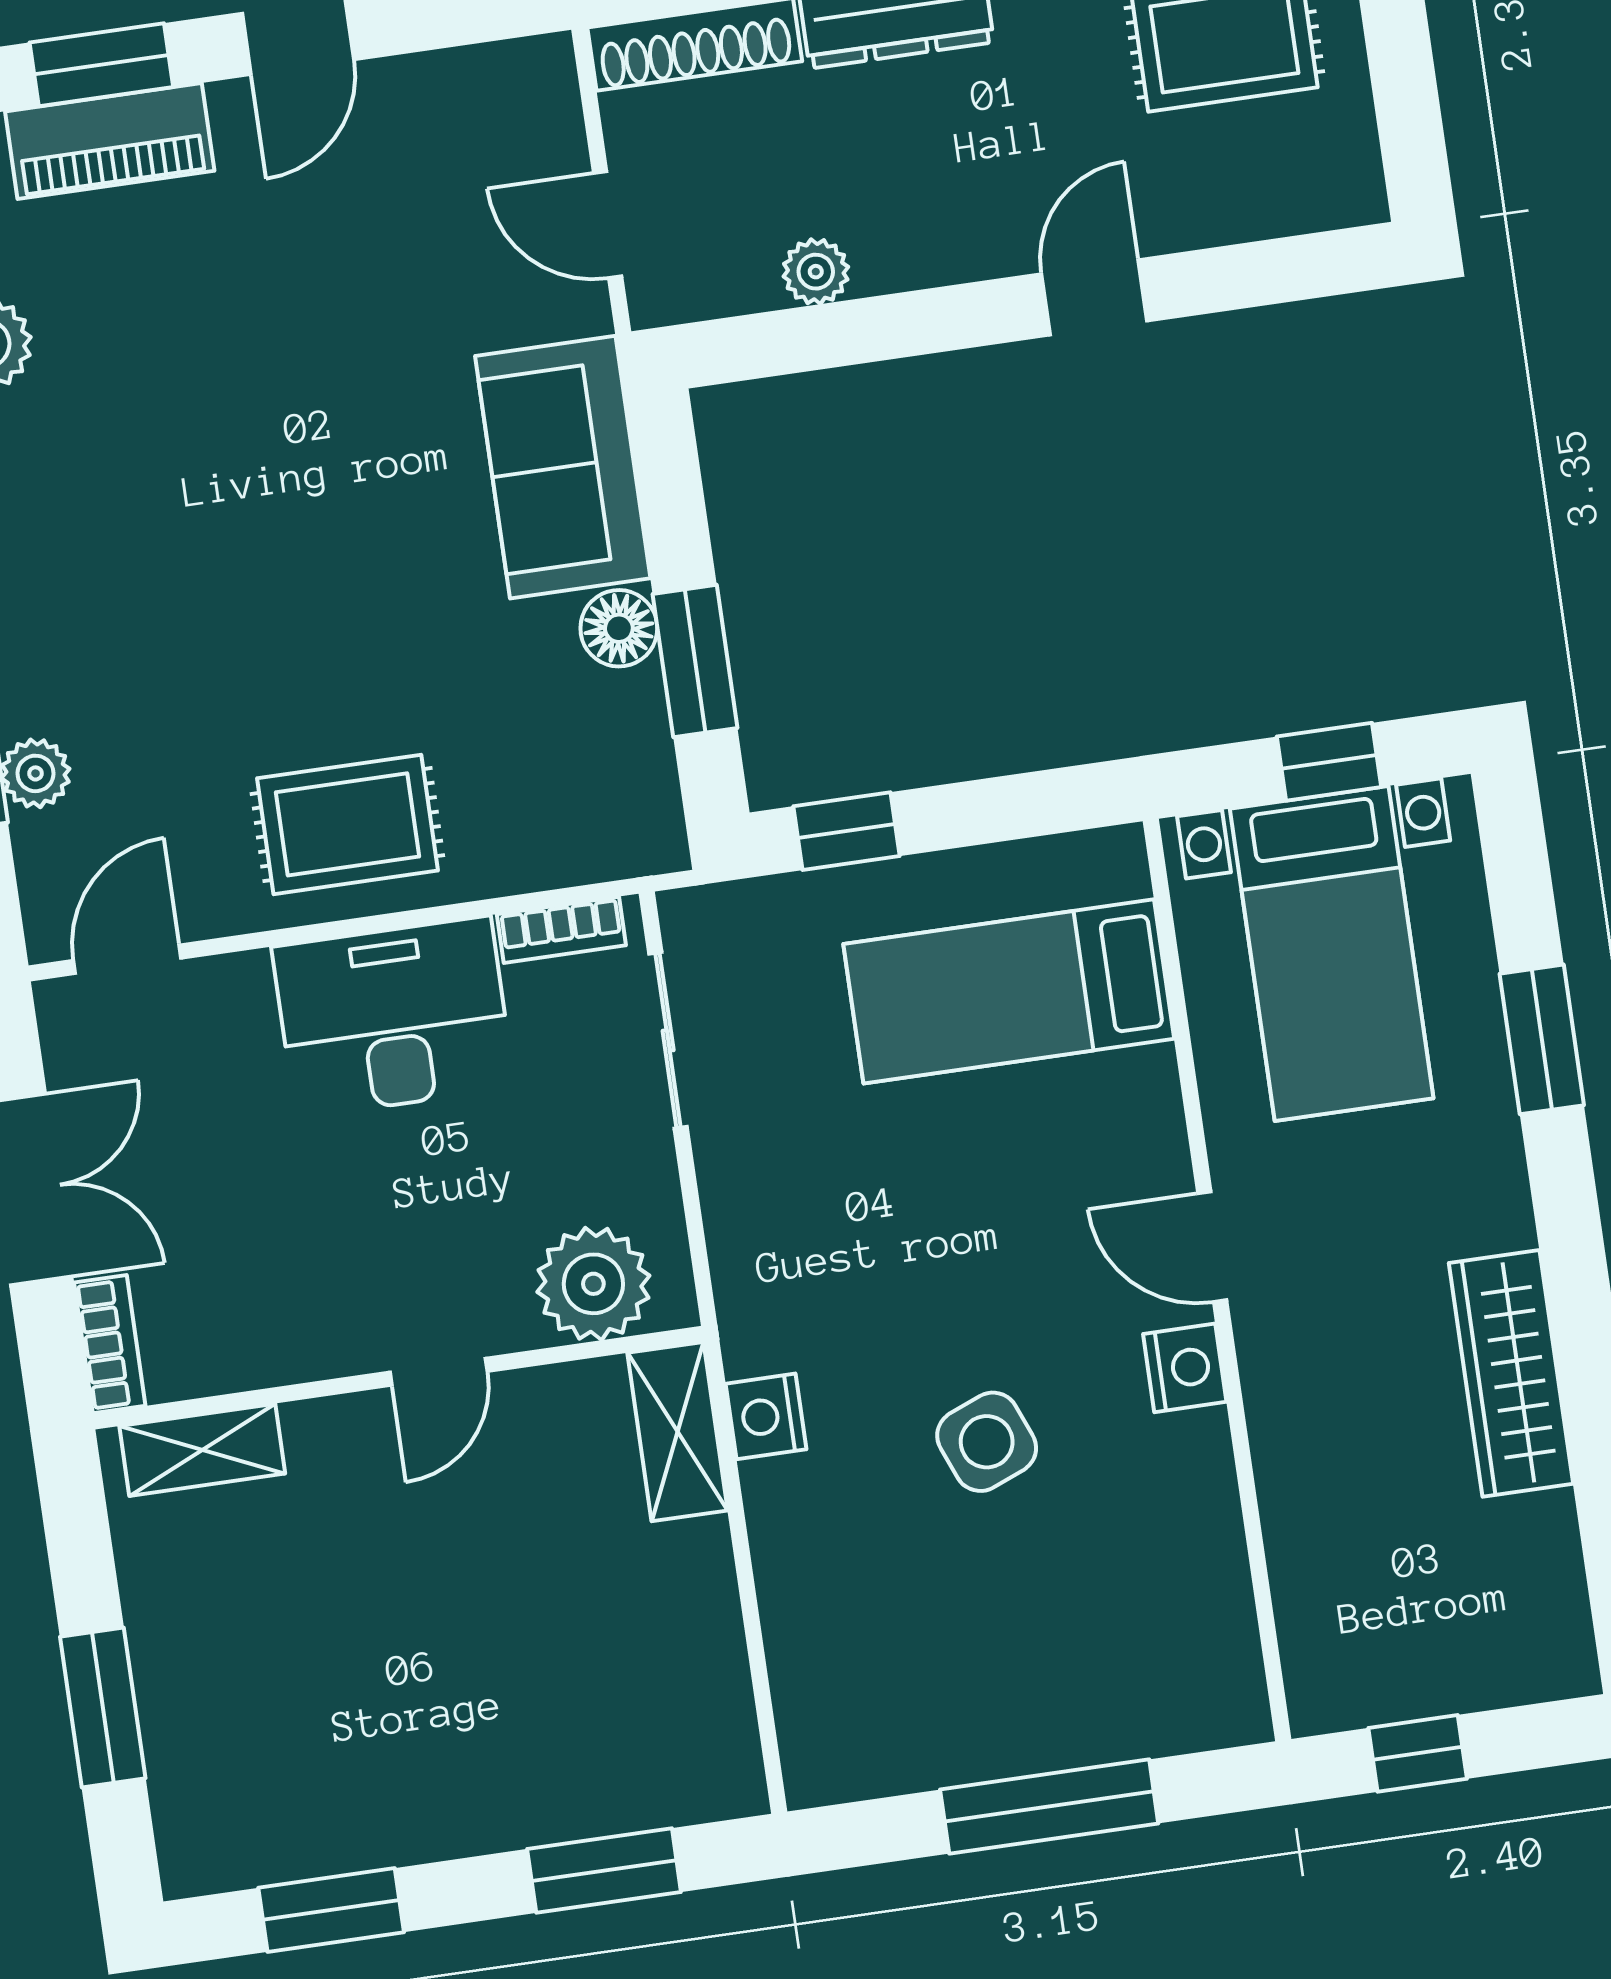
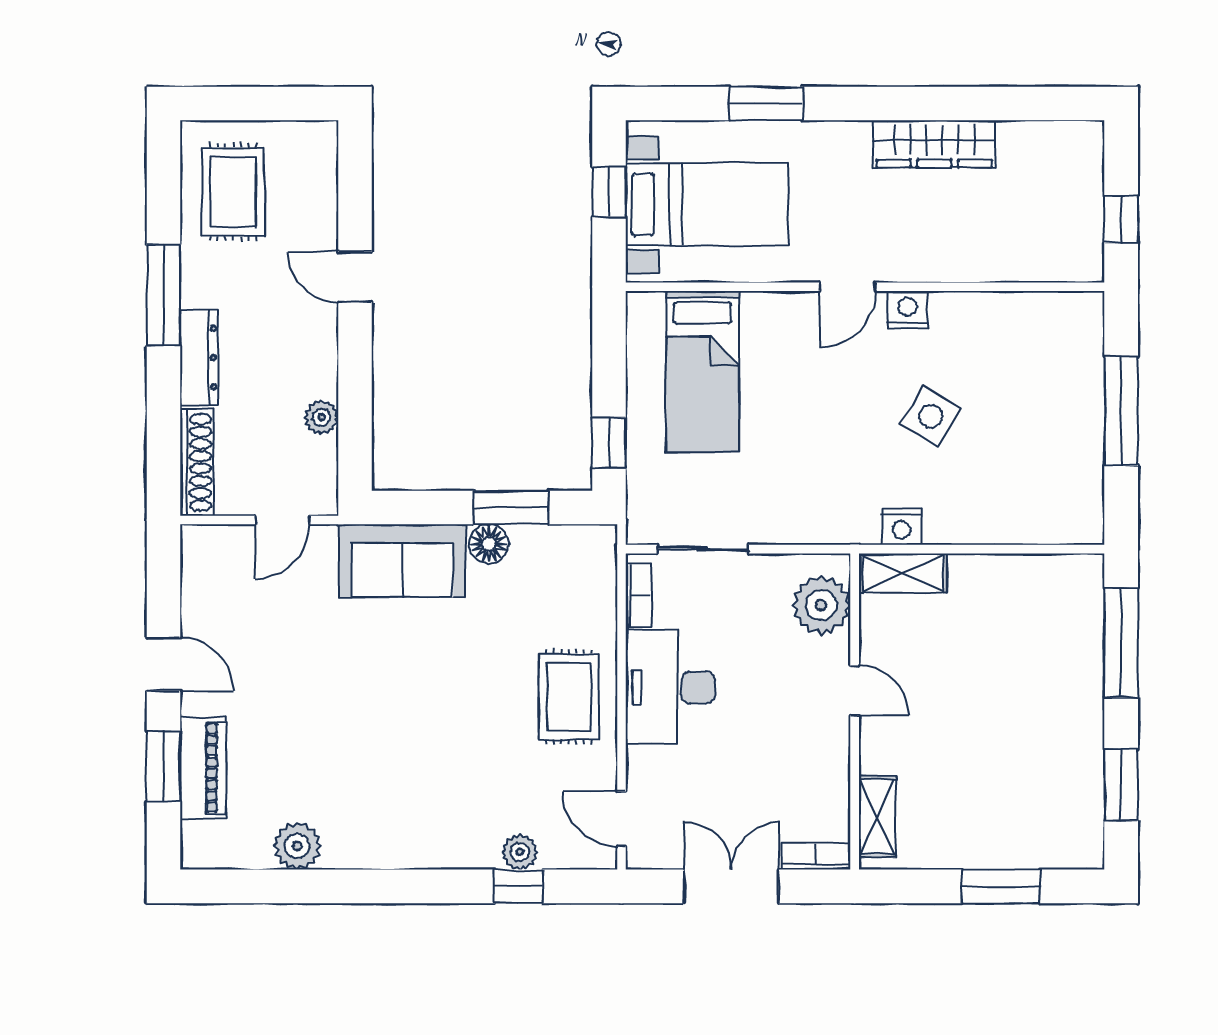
side table: (987, 1442) -> (931, 416), turned -38
window: (604, 1871) -> (1121, 643), width x1.44

